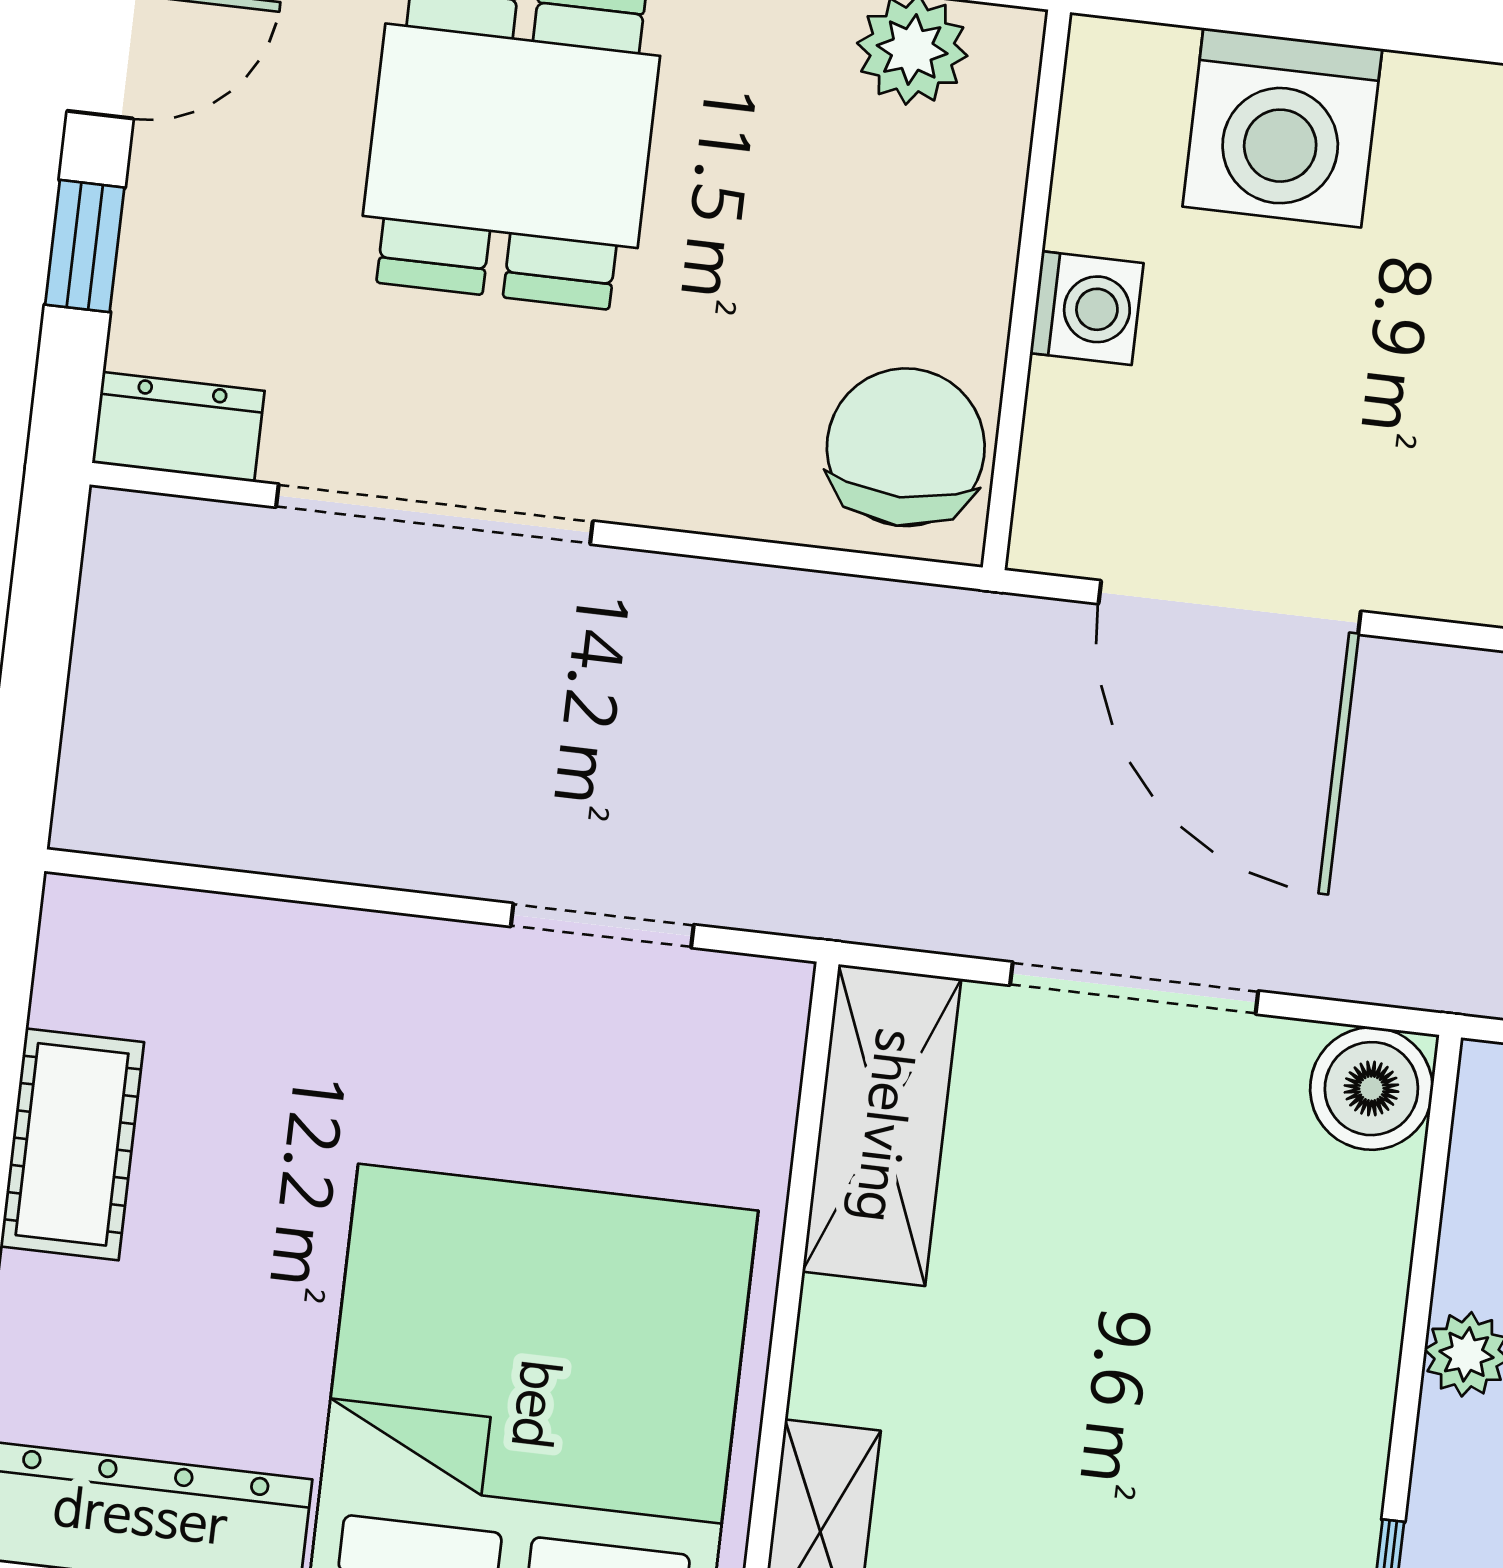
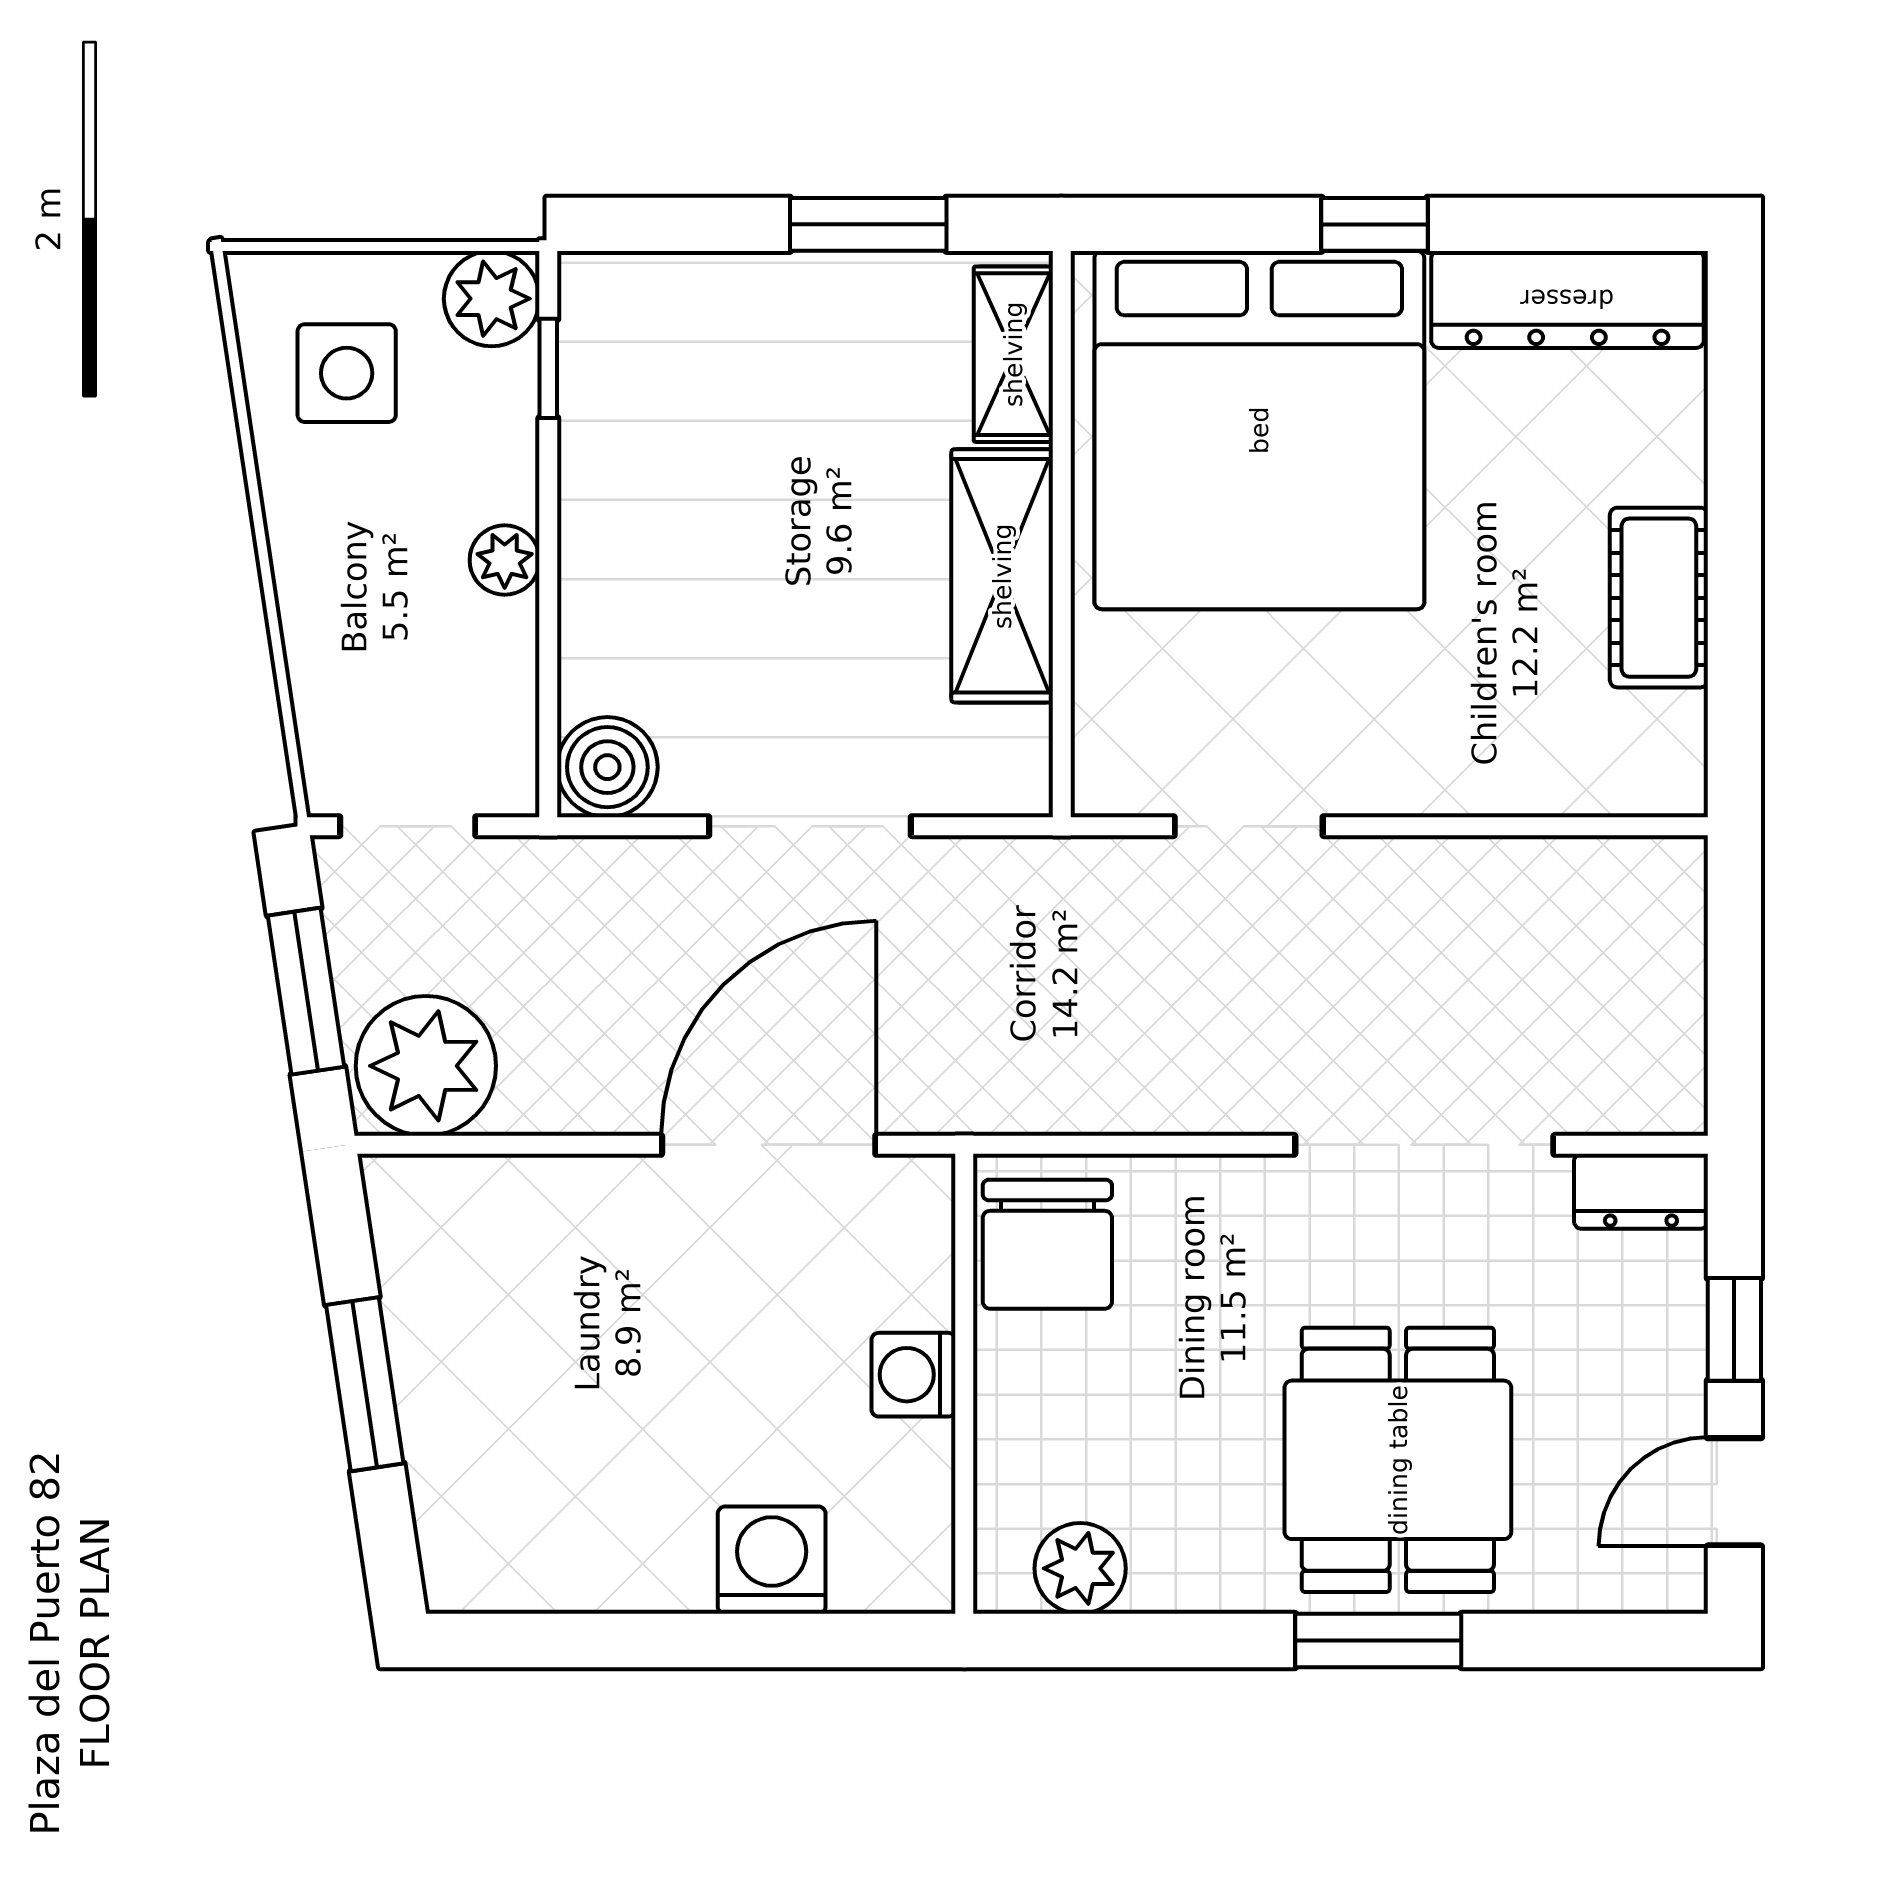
washing machine: (1282, 128) -> (772, 1560), width x0.73, depth x0.73
door: (1230, 608) -> (769, 1145), hinge flipped
shelving: (882, 1125) -> (1002, 576), moved

